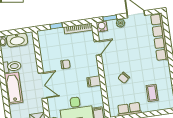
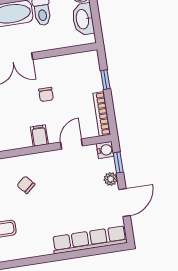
door: (98, 48) -> (72, 144), swing flipped
filing cabinet: (94, 81) -> (39, 136), moved

